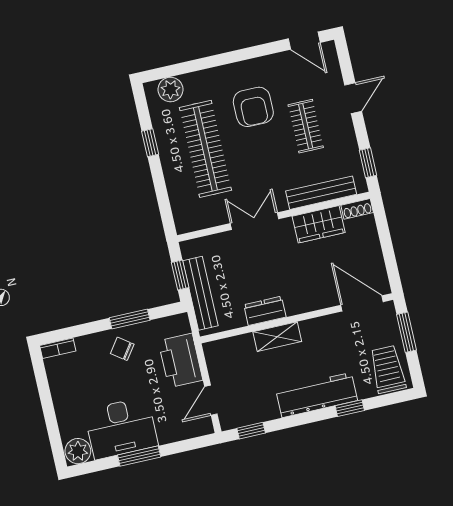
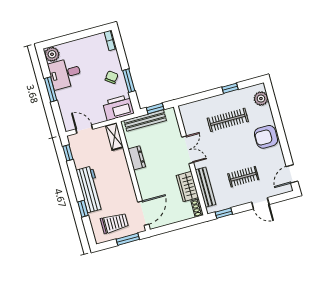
armchair: (253, 107) -> (266, 137), moved
clothes rail: (205, 149) -> (228, 120), width x0.73, depth x0.76
shelving: (277, 337) -> (114, 136), moved
printer: (181, 360) -> (118, 108), moved
trolley: (388, 369) -> (114, 223), moved
desk: (121, 428) -> (65, 74), width x0.73

